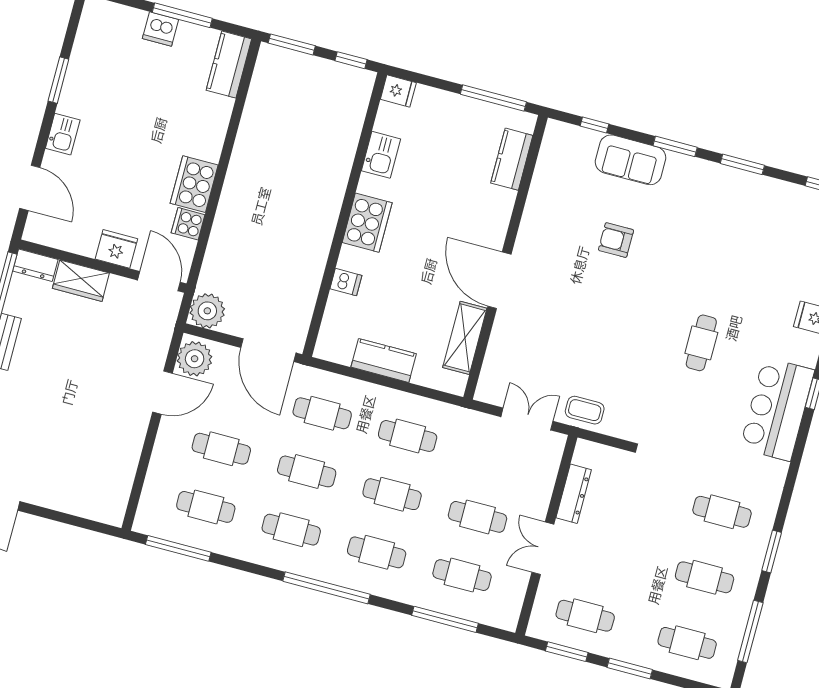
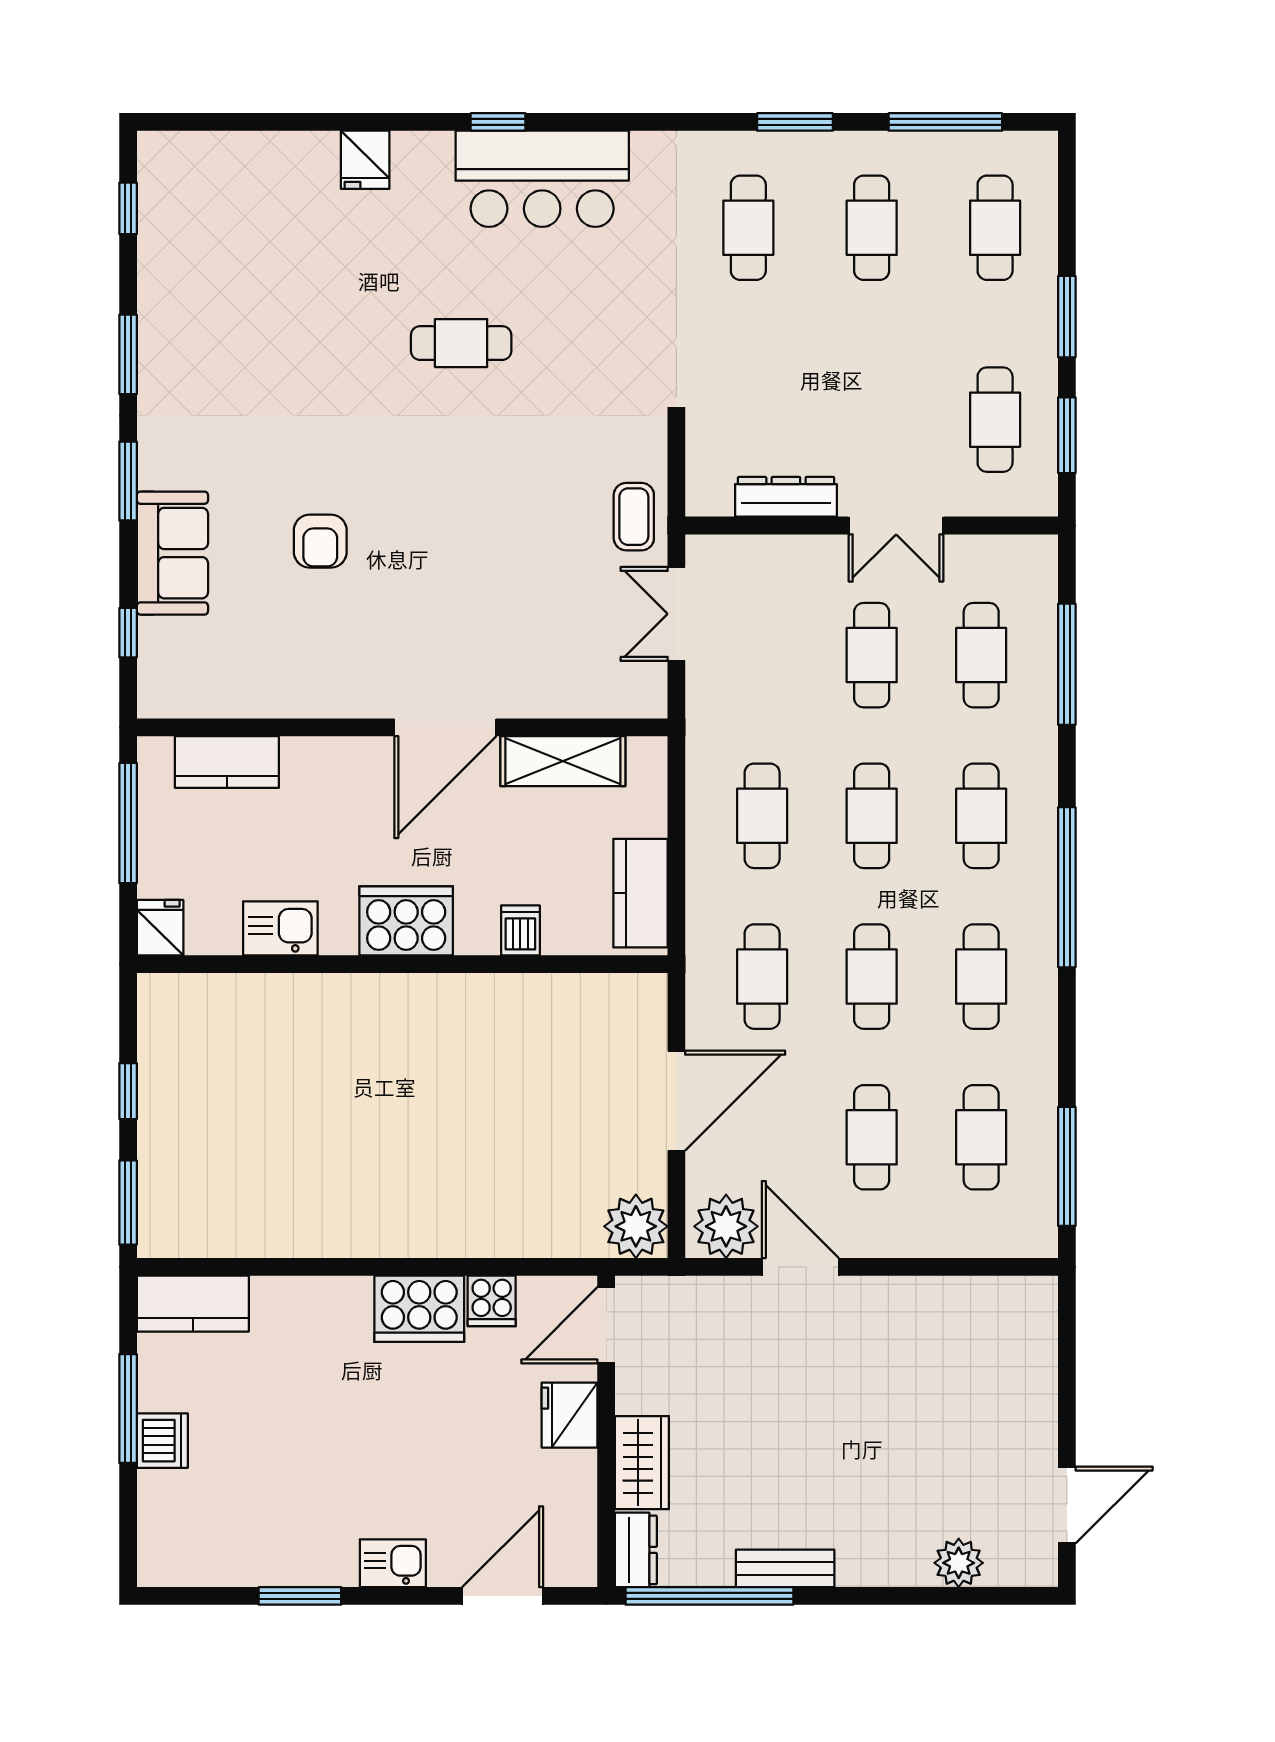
fridge: (398, 91) -> (160, 928), moved
kitchen sink: (381, 155) -> (280, 928), moved
wall: (345, 214) -> (402, 964), moved
cooker: (367, 223) -> (406, 921), moved
dishwasher: (346, 282) -> (520, 930), moved

